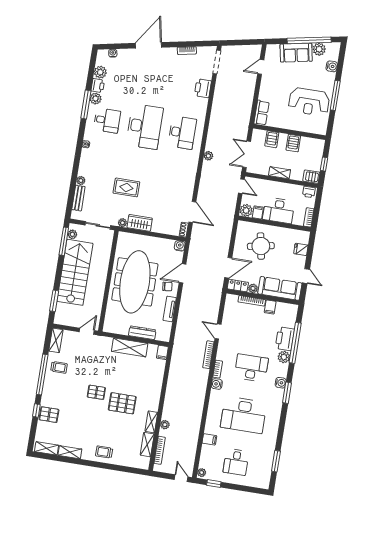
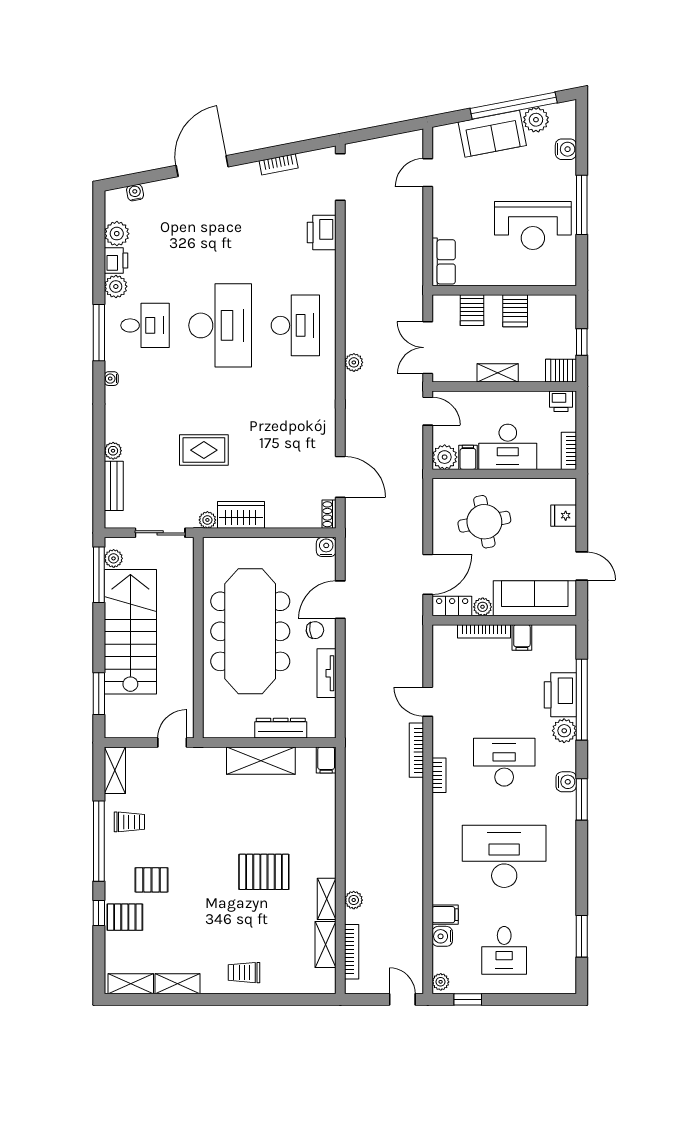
window: (86, 105) -> (99, 333), moved
water cooler: (217, 384) -> (442, 936), moved
pallet: (96, 392) -> (152, 880), moved
desk: (244, 415) -> (504, 856), turned 180

